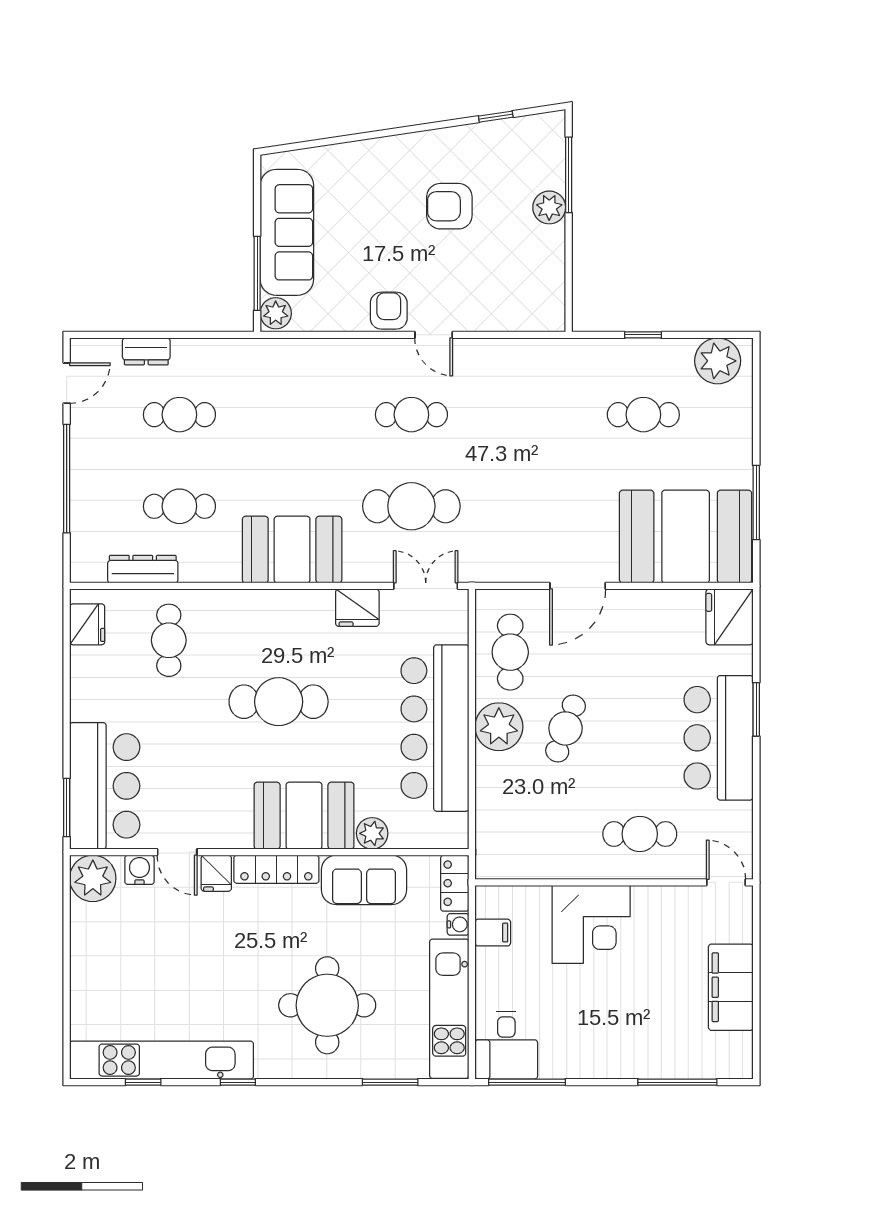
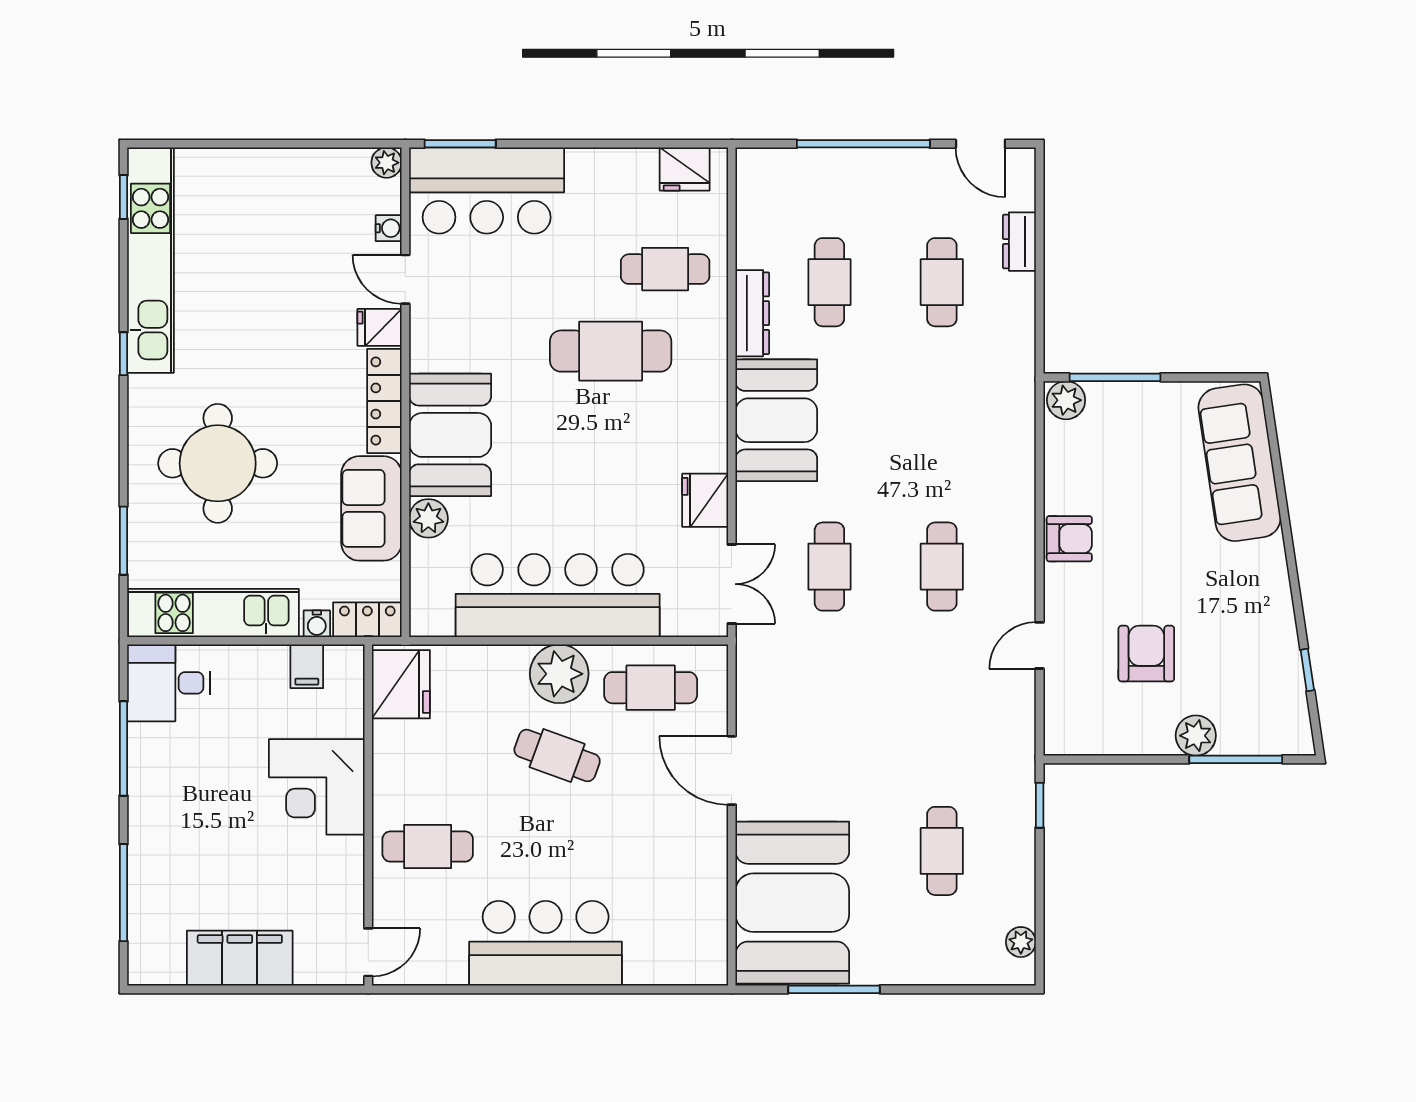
armchair: (449, 206) -> (1146, 654), moved
sofa: (287, 232) -> (1240, 463), moved, turned 82
door: (434, 335) -> (1040, 645), moved
window: (643, 335) -> (1040, 805), moved
plant: (718, 361) -> (1021, 942), width x0.53, depth x0.53
cafe table: (411, 506) -> (829, 567), width x0.73, depth x0.74
dresser: (143, 569) -> (752, 313), moved
fridge: (730, 617) -> (401, 684), moved, turned 90
cafe table: (279, 702) -> (611, 351), moved, turned 90
window: (756, 709) -> (581, 989), removed
cafe table: (640, 834) -> (428, 847), turned 90
door: (177, 852) -> (405, 279), hinge flipped
water cooler: (139, 870) -> (389, 228), width x0.72, depth x0.72
plant: (93, 878) -> (387, 163), width x0.53, depth x0.53
window: (143, 1082) -> (124, 197), moved
window: (527, 1082) -> (124, 748), moved

